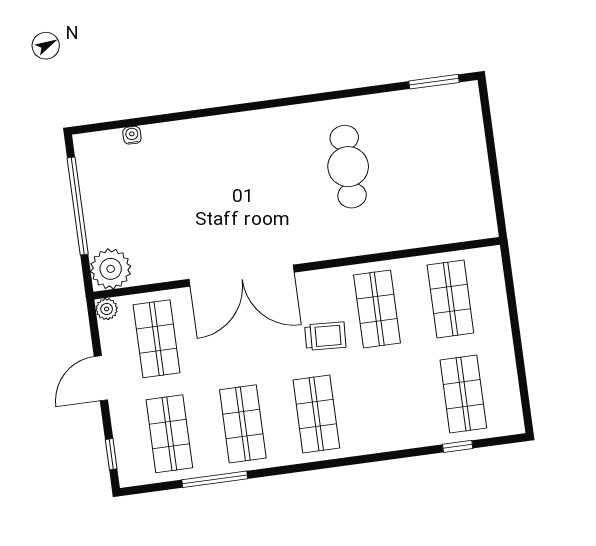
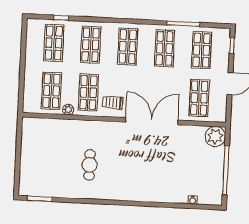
cafe table: (348, 167) -> (90, 165), width x0.73, depth x0.74
plant: (107, 309) -> (68, 110), moved
trolley: (325, 336) -> (113, 103), moved
shop shelf: (390, 404) -> (91, 45), added

